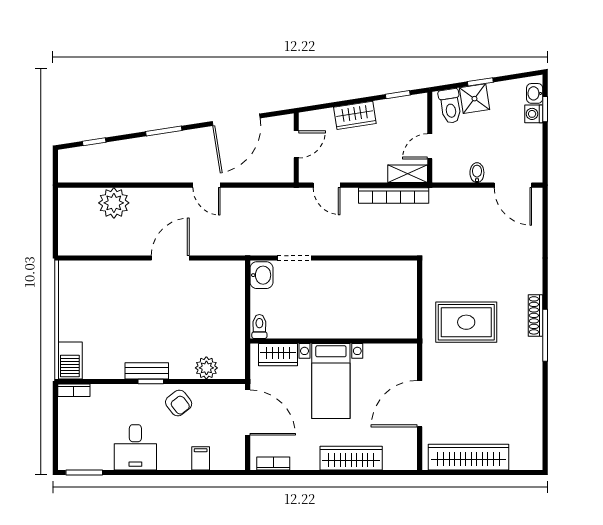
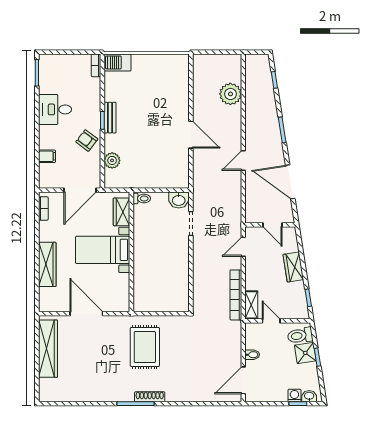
armchair: (179, 403) -> (87, 140), turned 75

